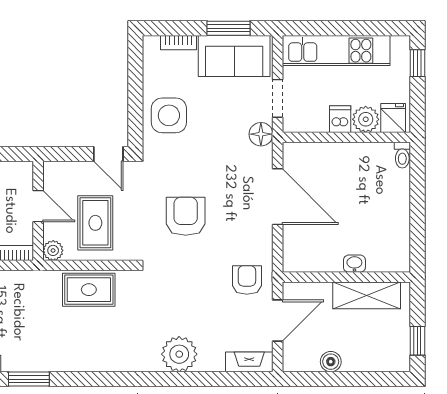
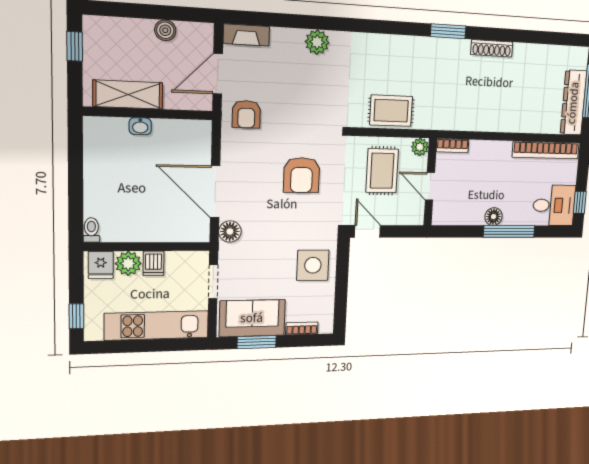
floor lamp: (261, 134) -> (230, 231), moved
plant: (179, 354) -> (317, 42), width x0.73, depth x0.73

